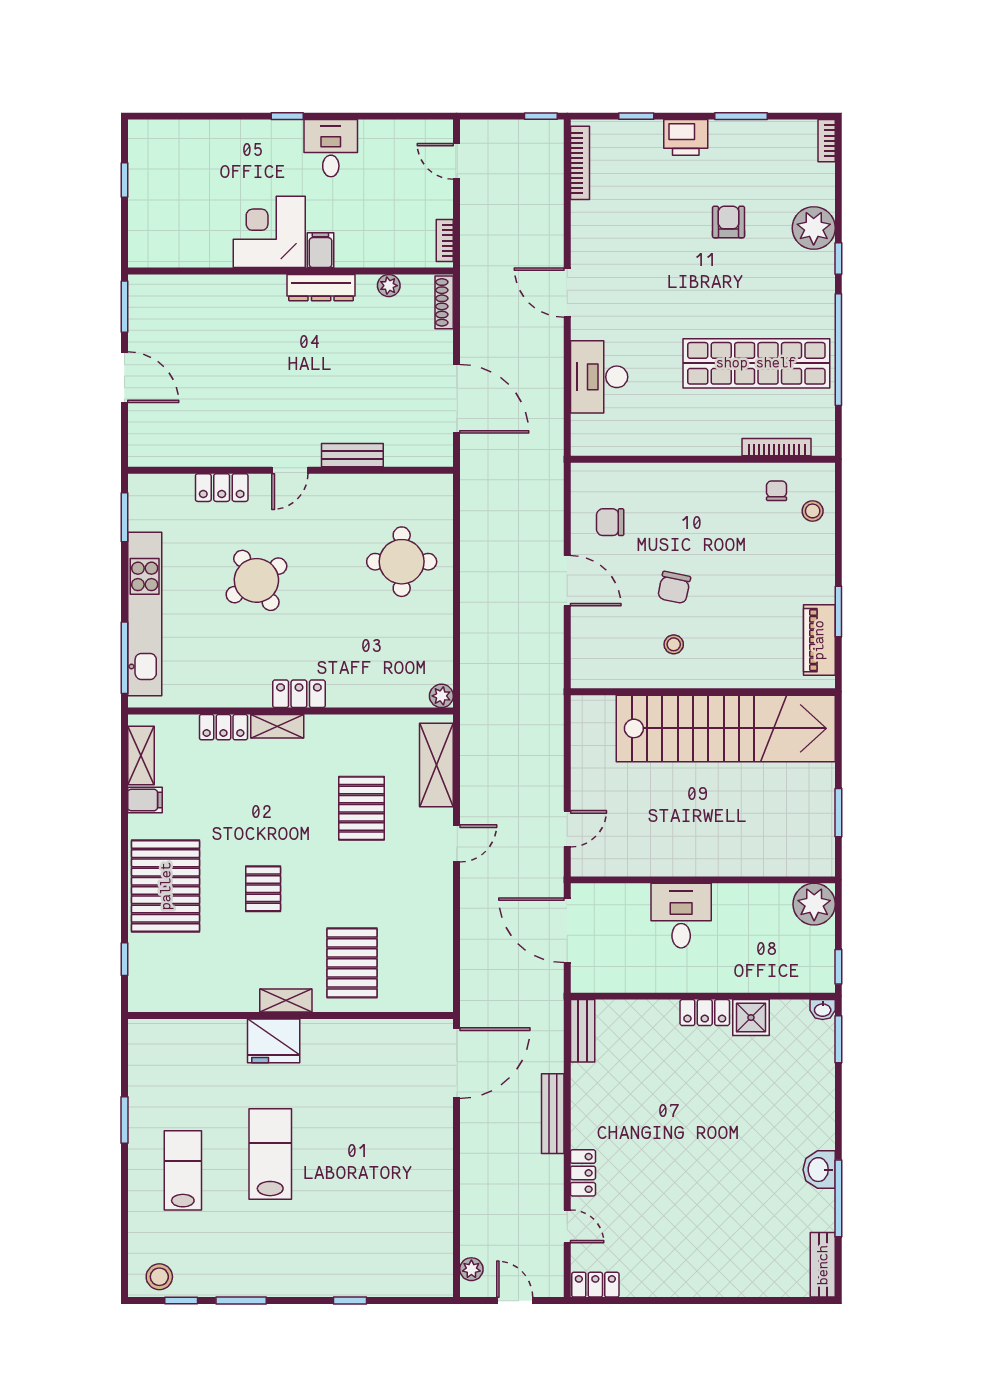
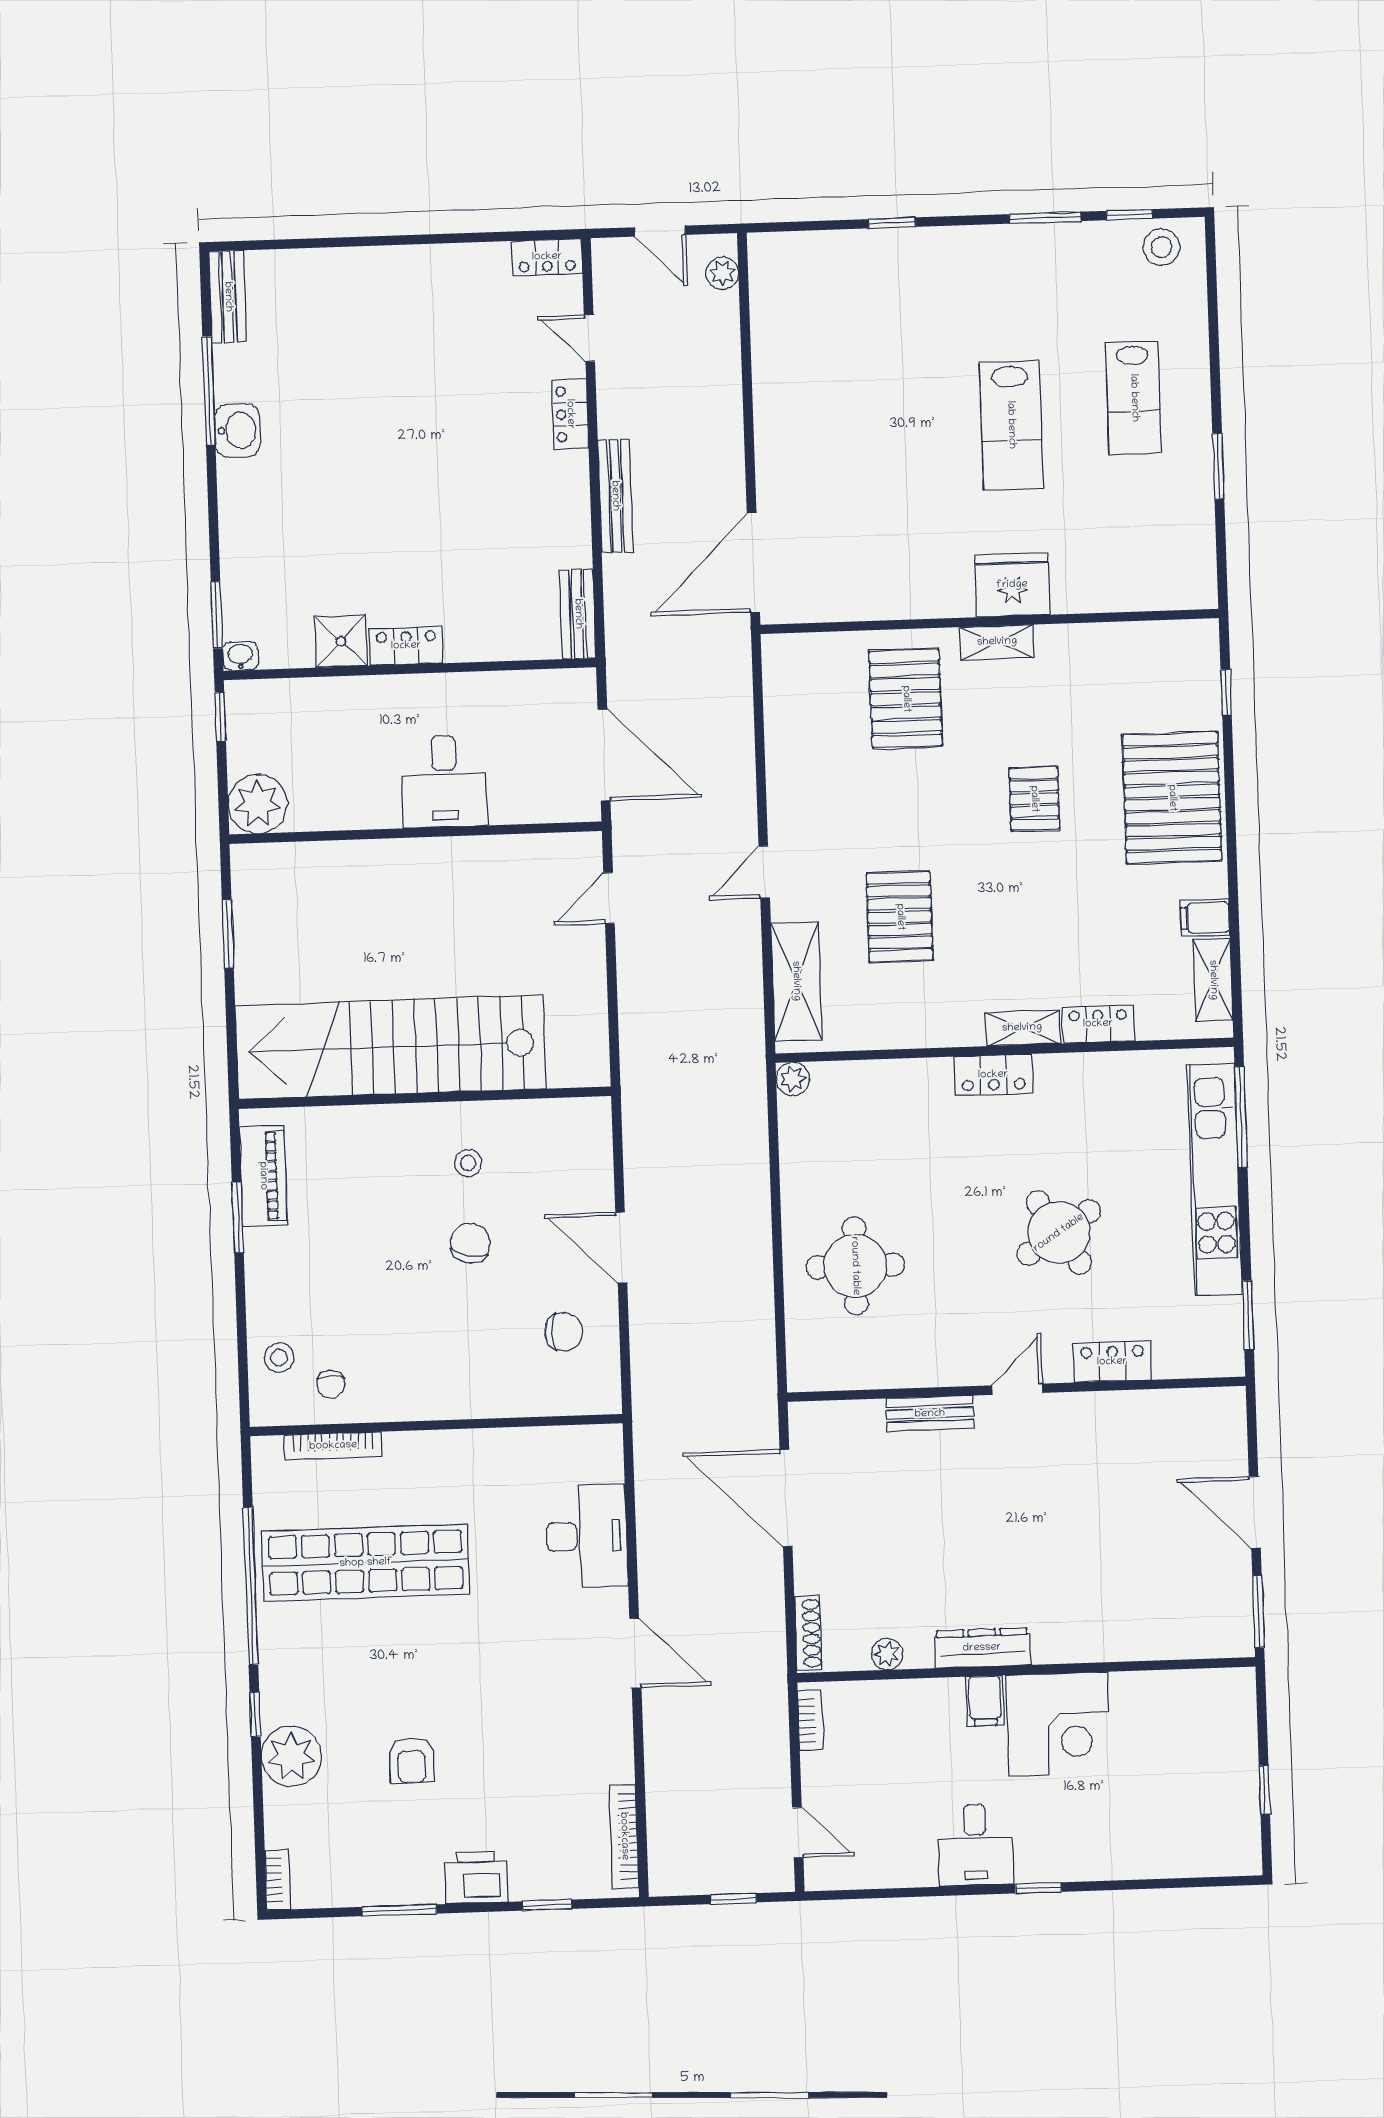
window: (541, 116) -> (733, 1899), moved

